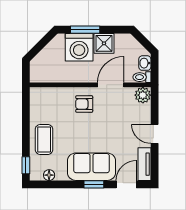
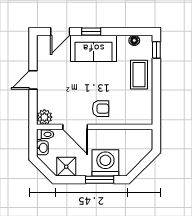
shower: (104, 43) -> (66, 167), moved
door: (111, 85) -> (75, 127), hinge flipped
door: (155, 134) -> (33, 80), swing flipped
tv unit: (144, 164) -> (43, 51), removed

